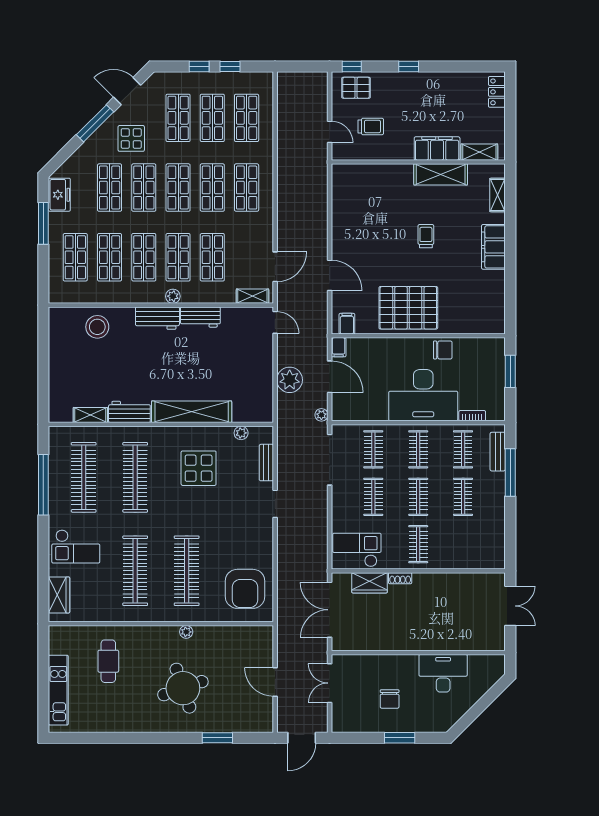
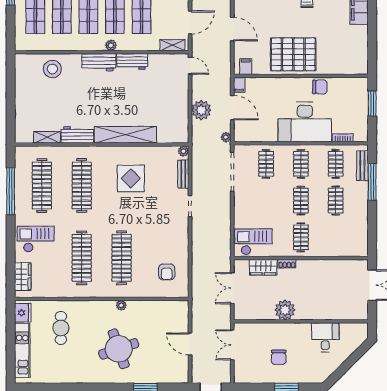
plant: (241, 433) -> (183, 151), moved
clothes rail: (373, 497) -> (266, 201), removed
checkout: (76, 546) -> (36, 239), turned 180
armchair: (245, 589) -> (167, 272), width x0.53, depth x0.53
double door: (330, 610) -> (232, 288), width x0.73
plant: (398, 638) -> (285, 310), added
fridge: (59, 641) -> (23, 313), added
desk: (443, 673) -> (325, 337), width x0.73

